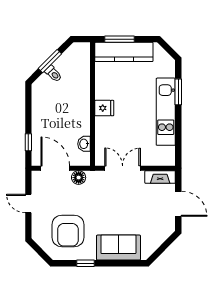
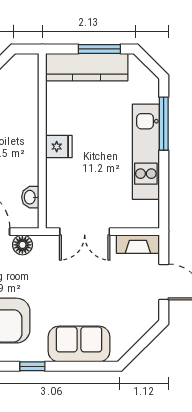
window: (119, 39) -> (99, 49), moved
window: (178, 92) -> (164, 124), width x1.44
double door: (123, 168) -> (85, 232), swing flipped

